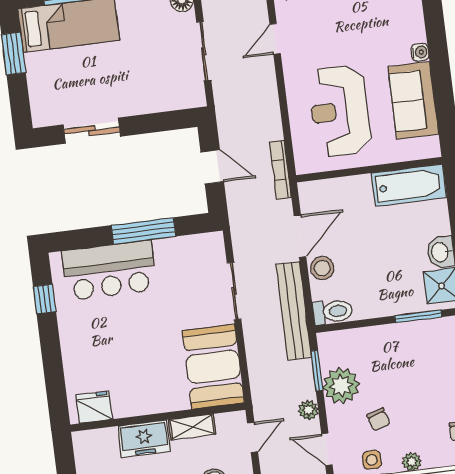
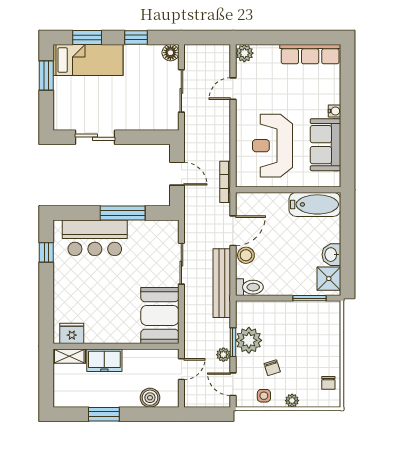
window: (317, 371) -> (233, 342), moved
shelving: (192, 427) -> (69, 356), moved

